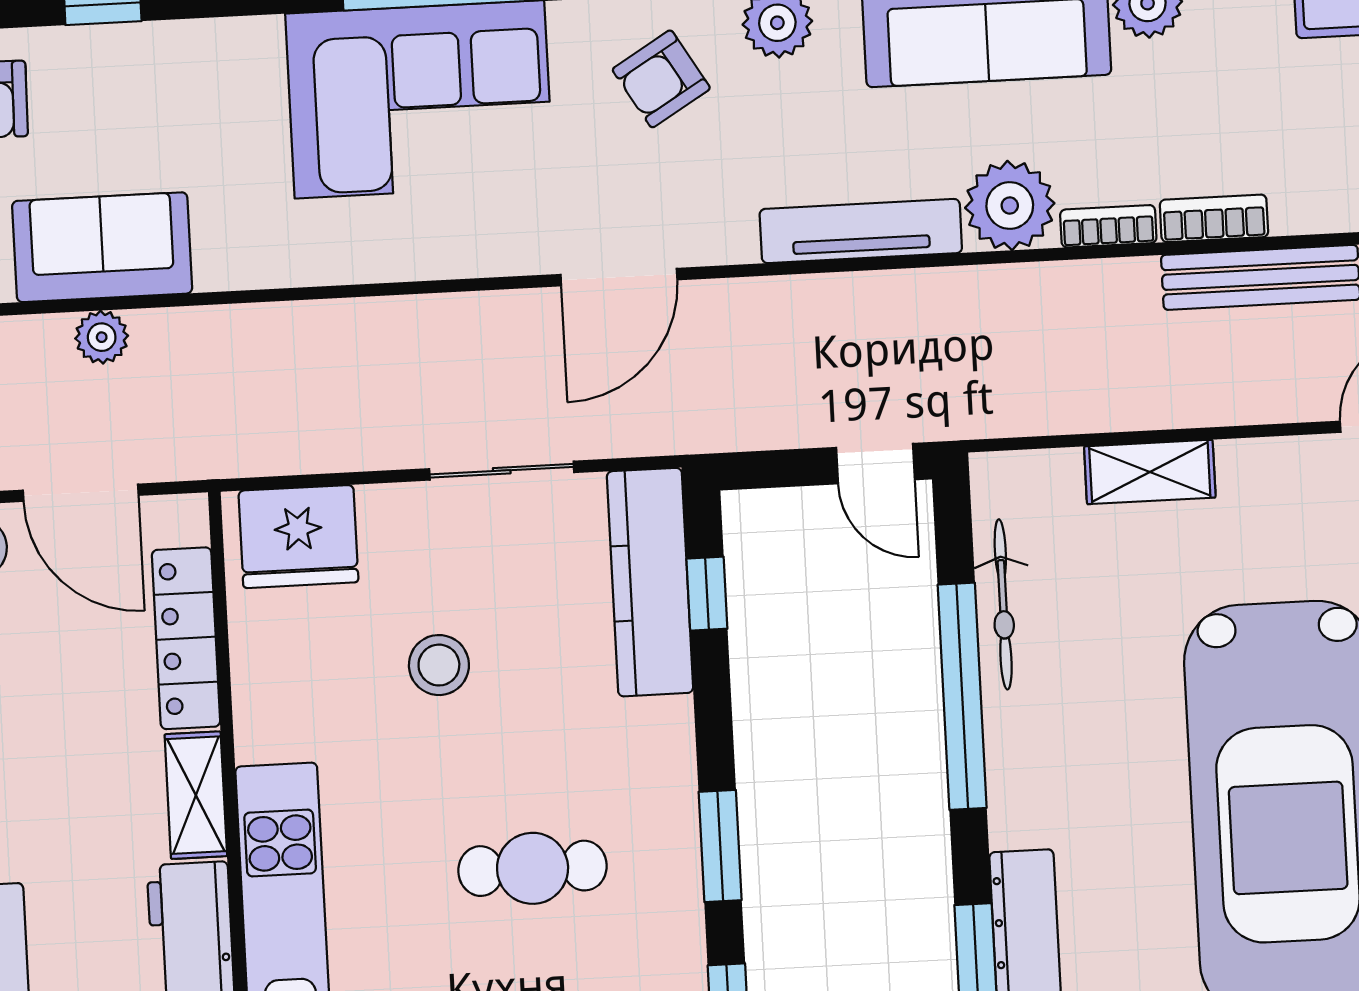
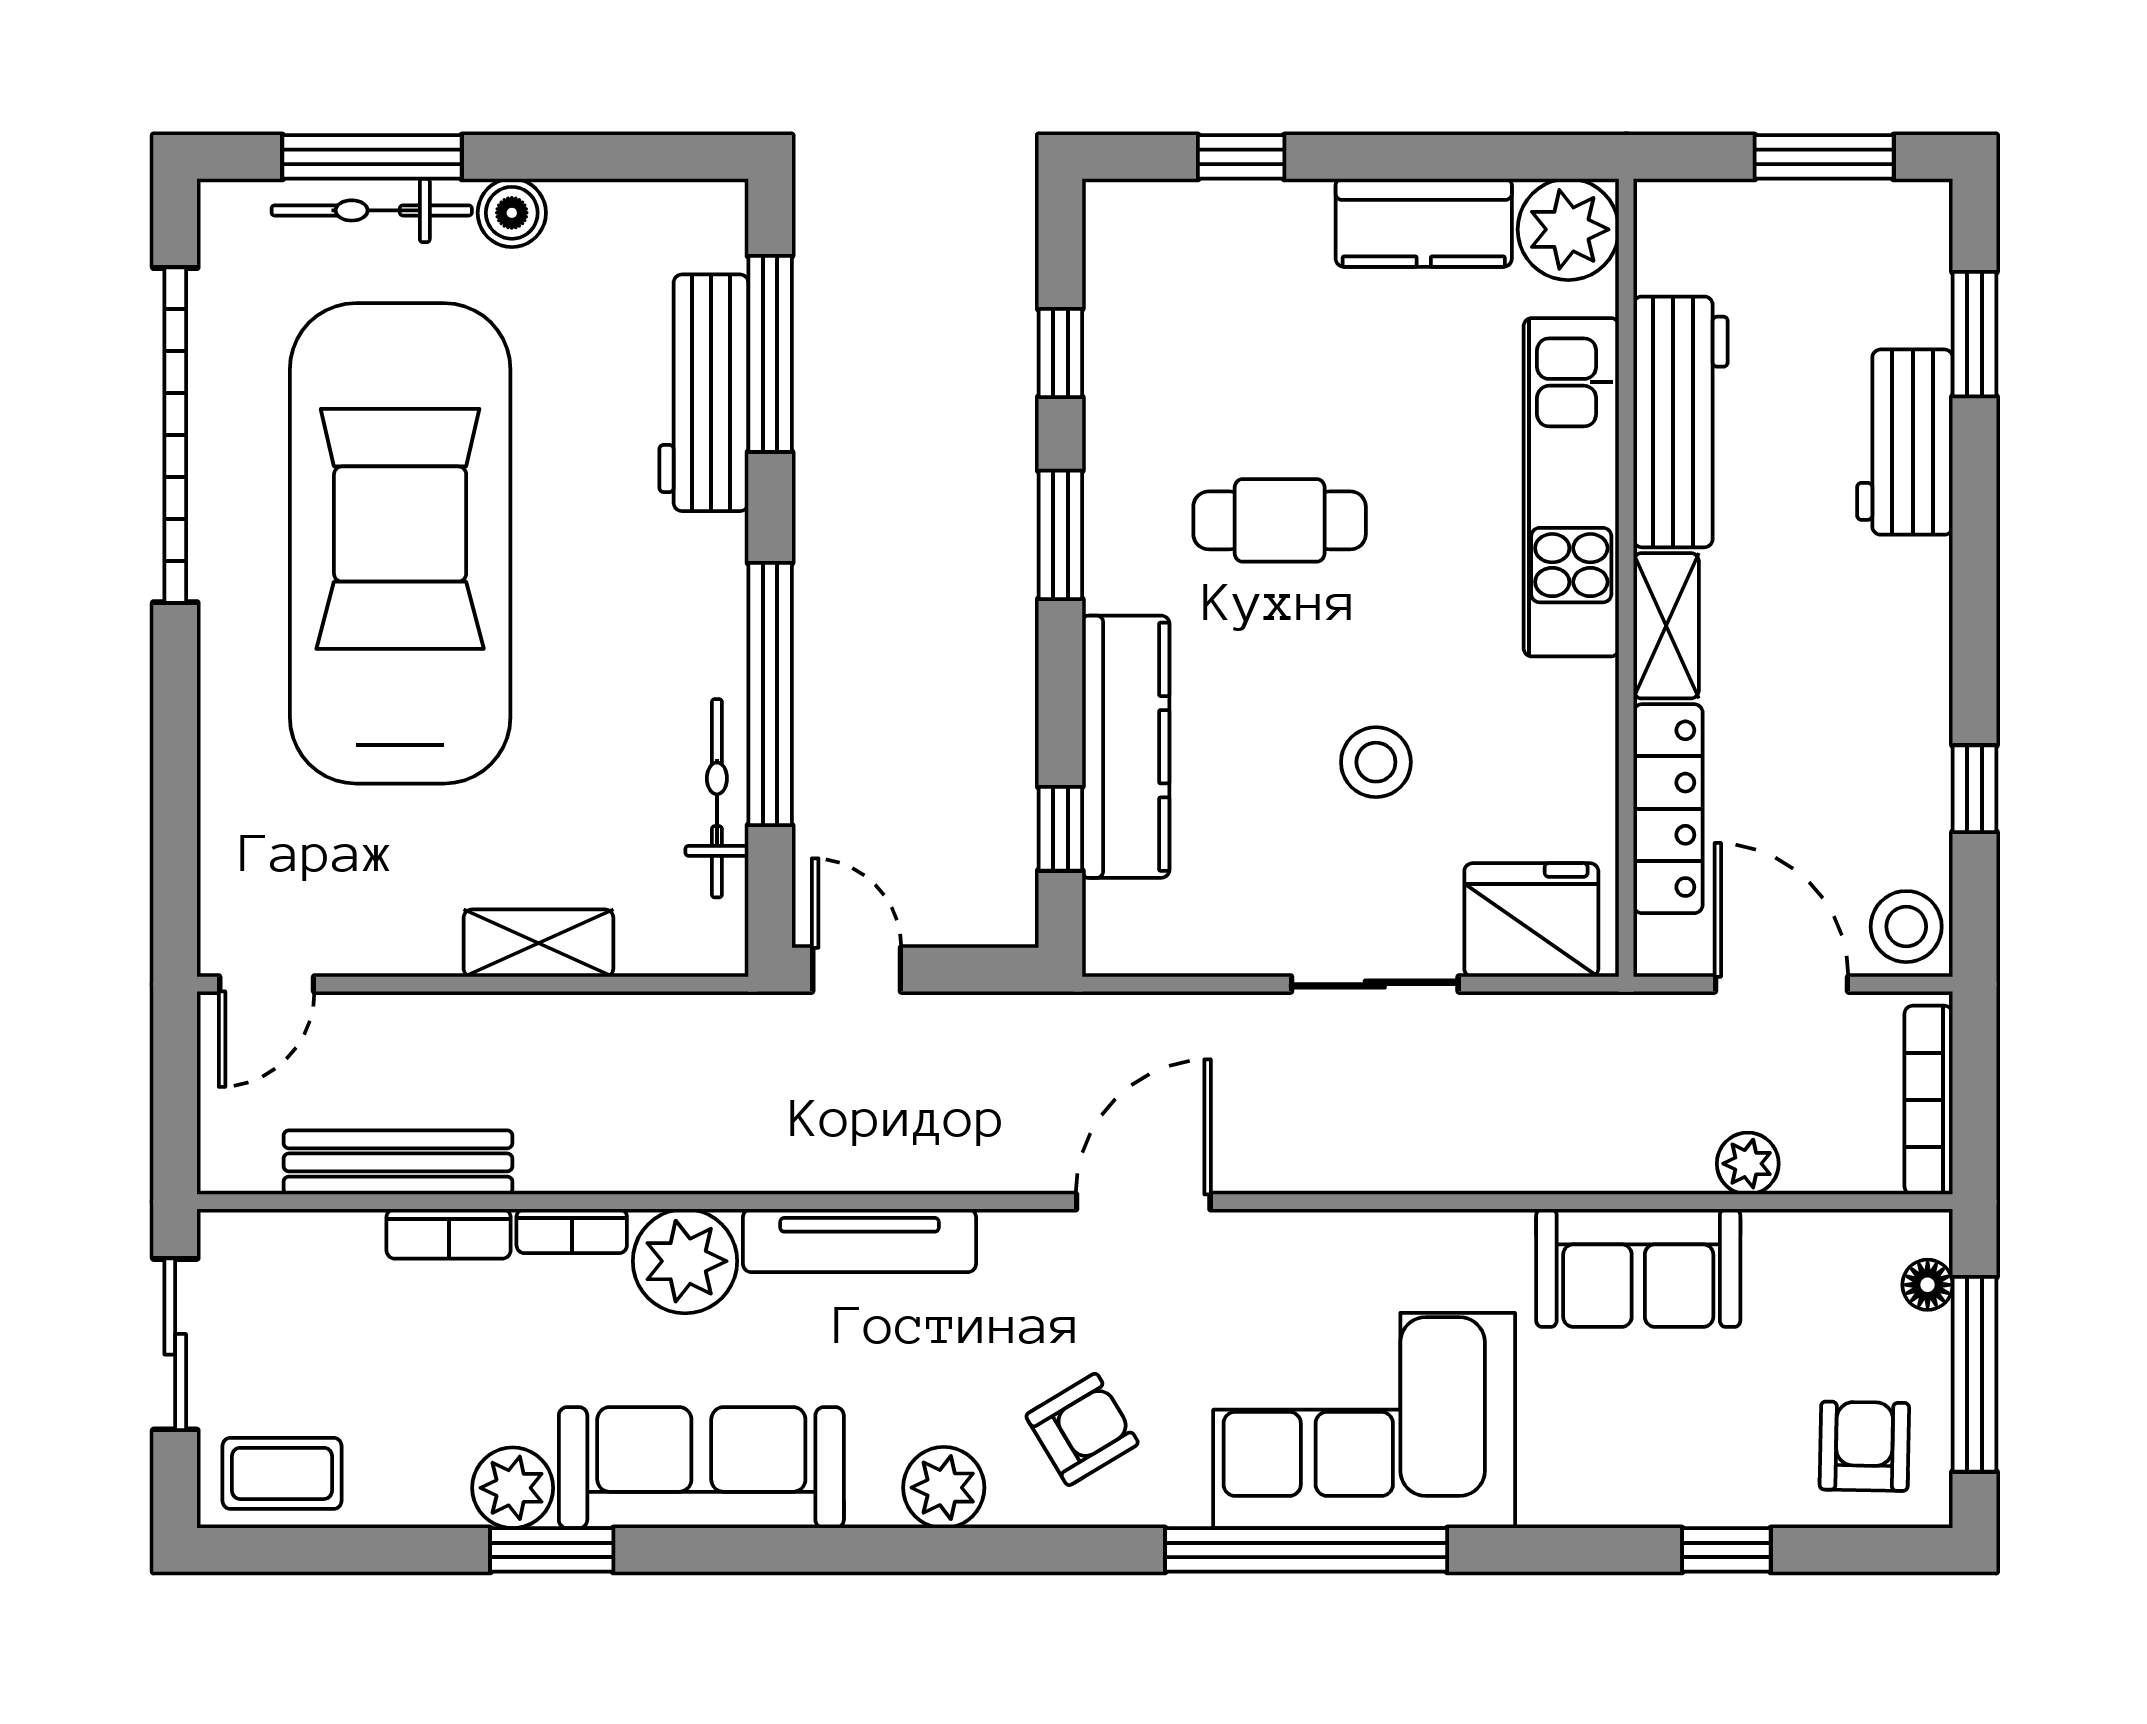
sofa: (102, 247) -> (1638, 1268), moved
sliding door: (502, 471) -> (1375, 984), moved
kitchen counter: (650, 582) -> (1126, 747), moved

